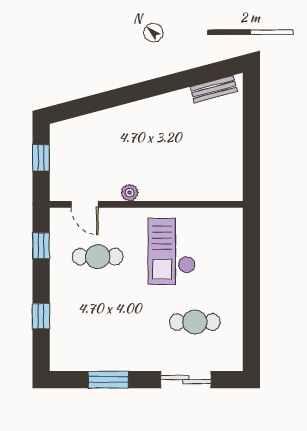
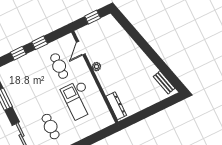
dresser: (214, 191) -> (116, 106), added
window: (41, 246) -> (40, 43), moved
checkout: (172, 251) -> (78, 100), turned -90

